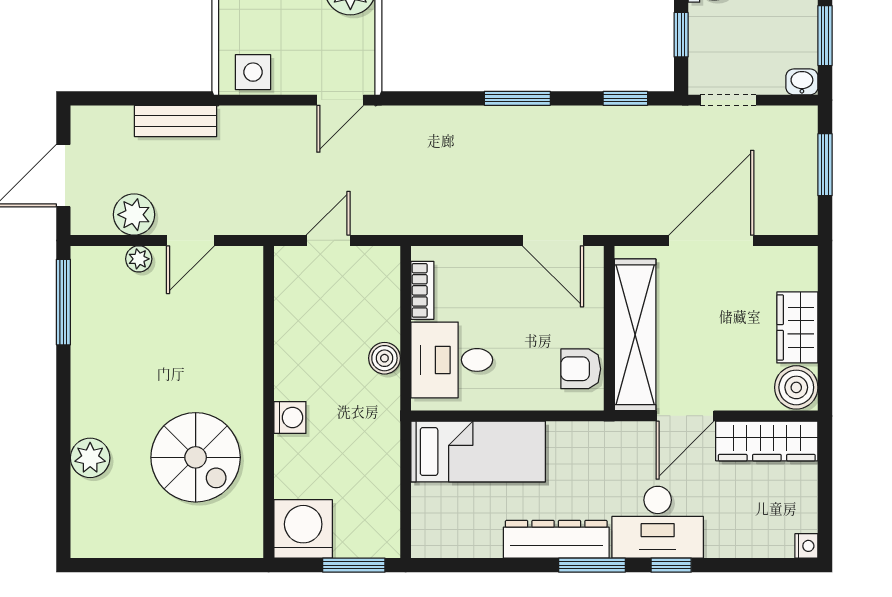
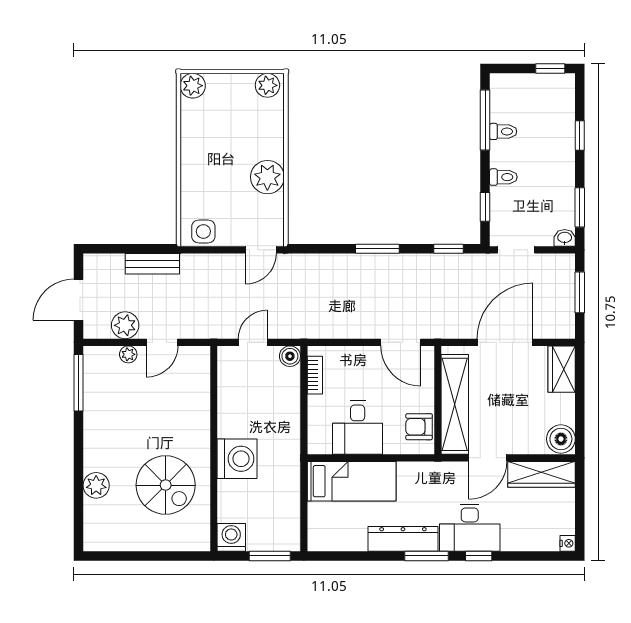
wardrobe: (797, 327) -> (562, 369), moved
boiler: (384, 358) -> (290, 356), moved
desk: (452, 360) -> (358, 427), moved, turned -90
washing machine: (290, 417) -> (237, 459), width x1.89, depth x1.89
washing machine: (303, 529) -> (231, 537), width x0.73, depth x0.73

